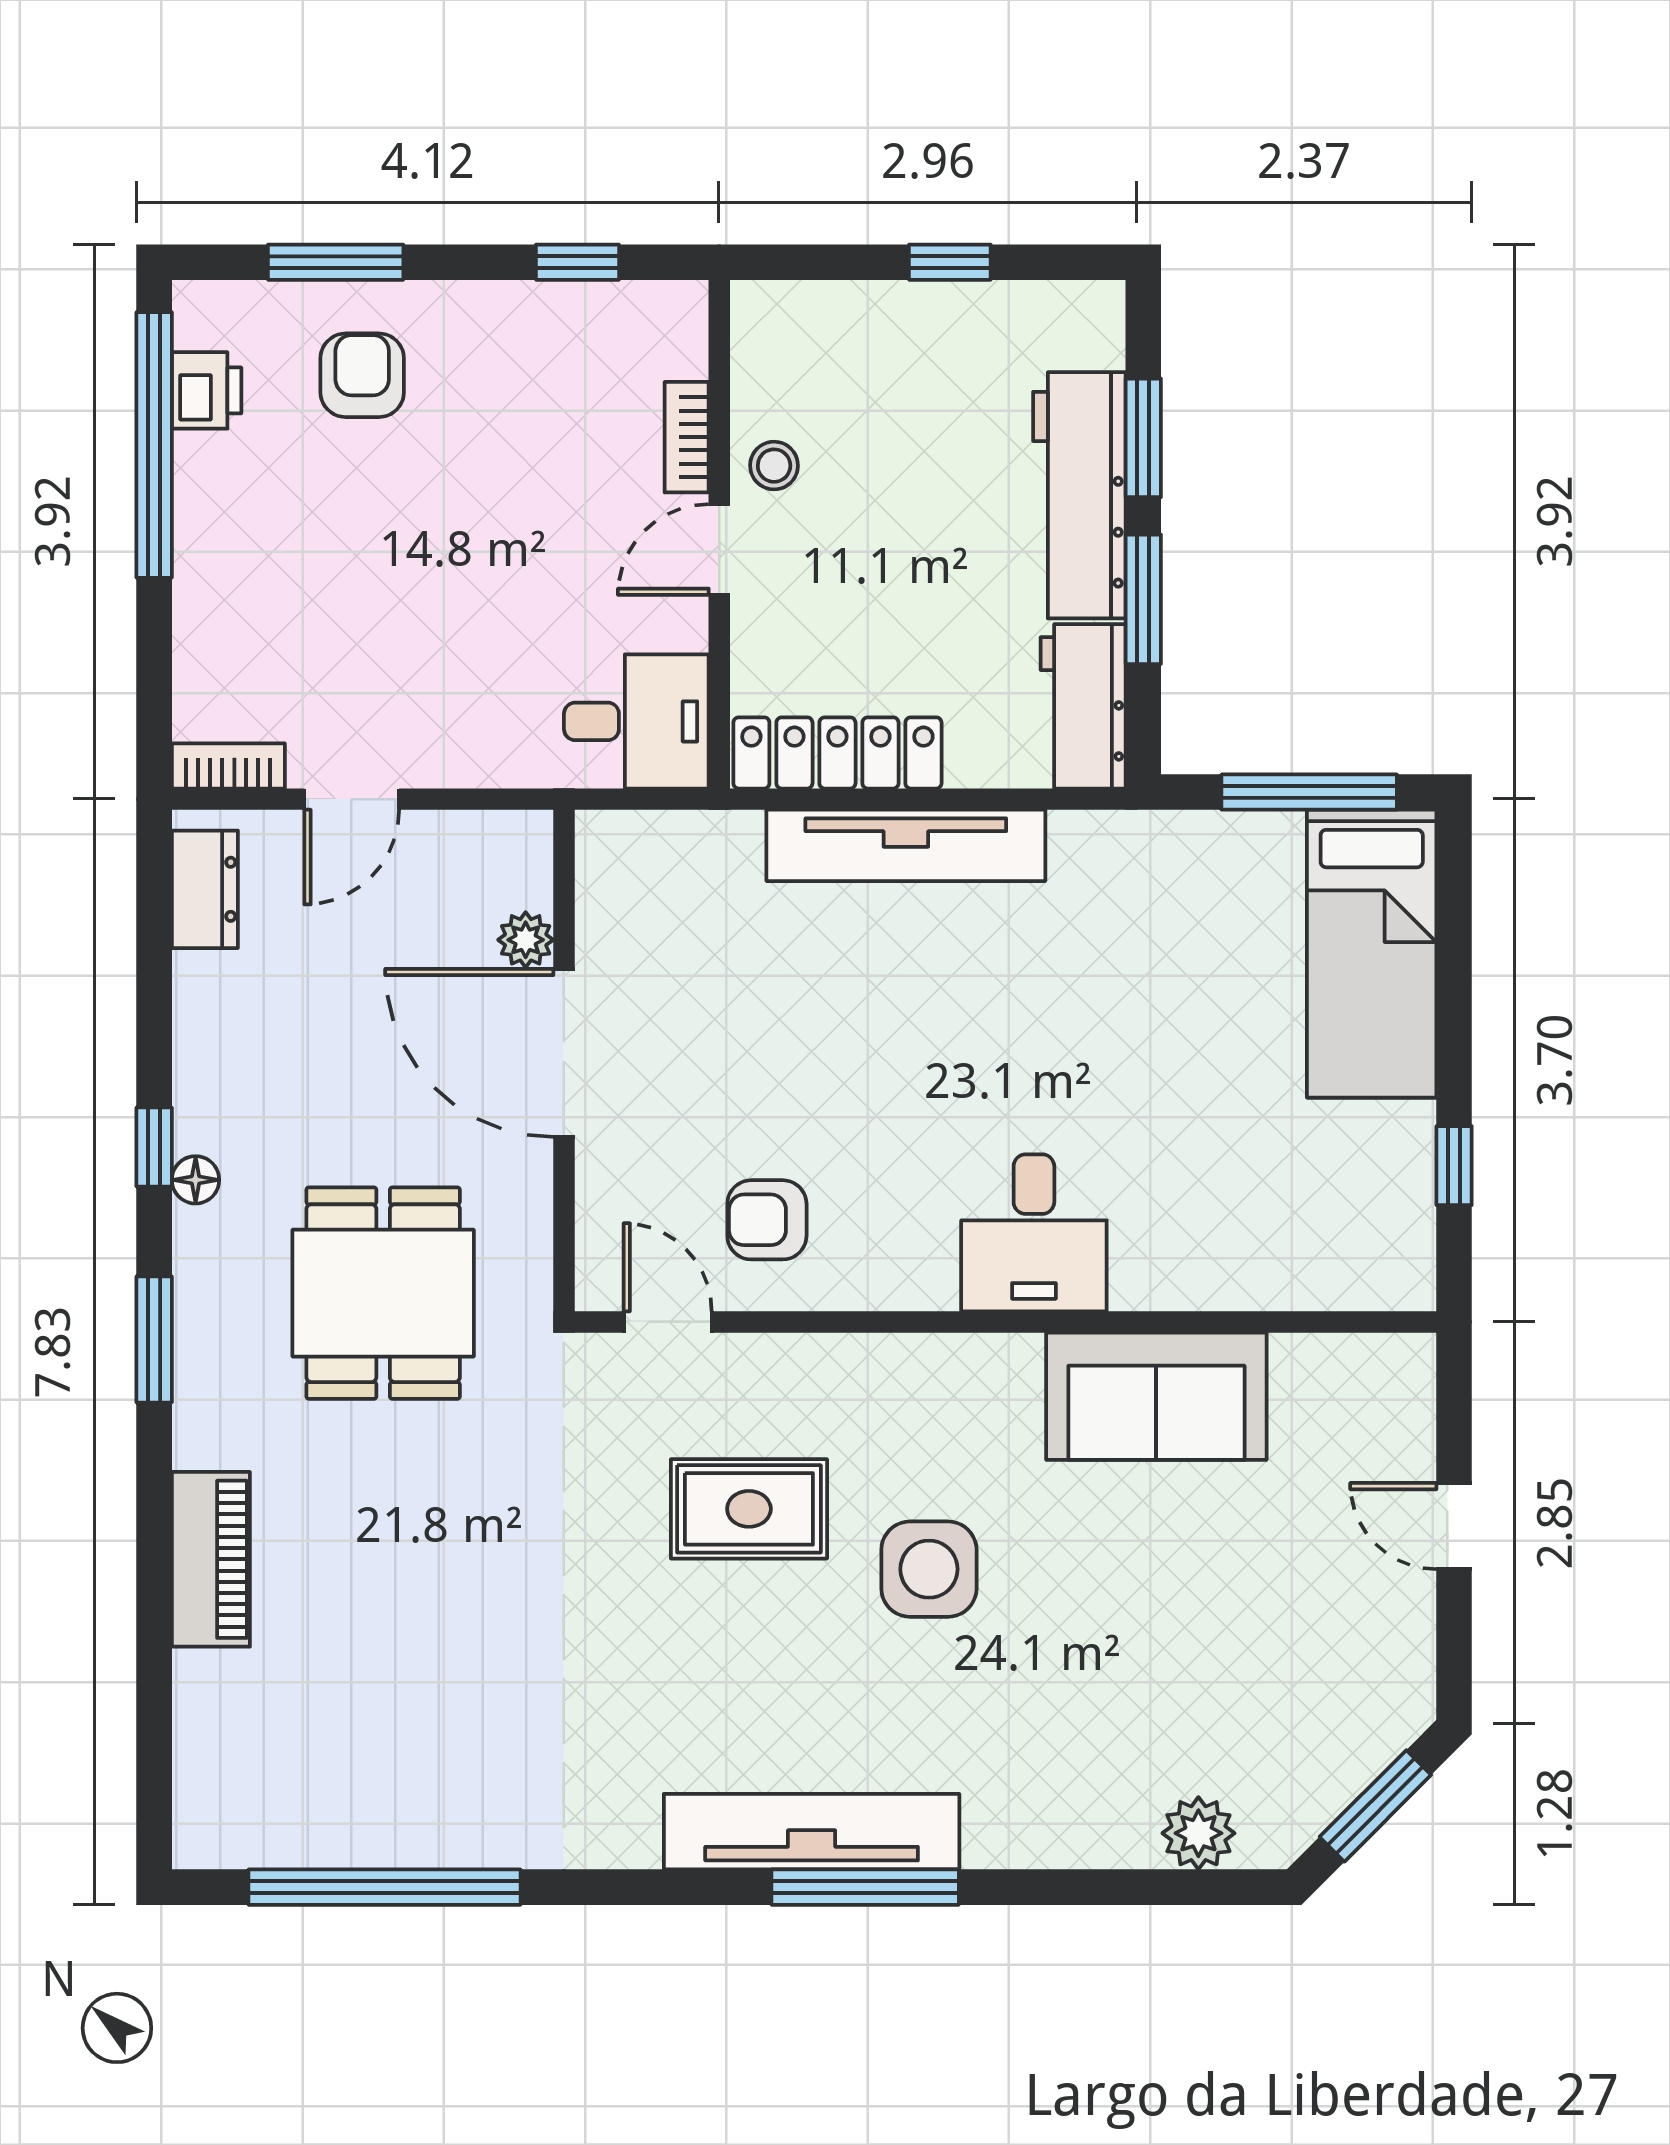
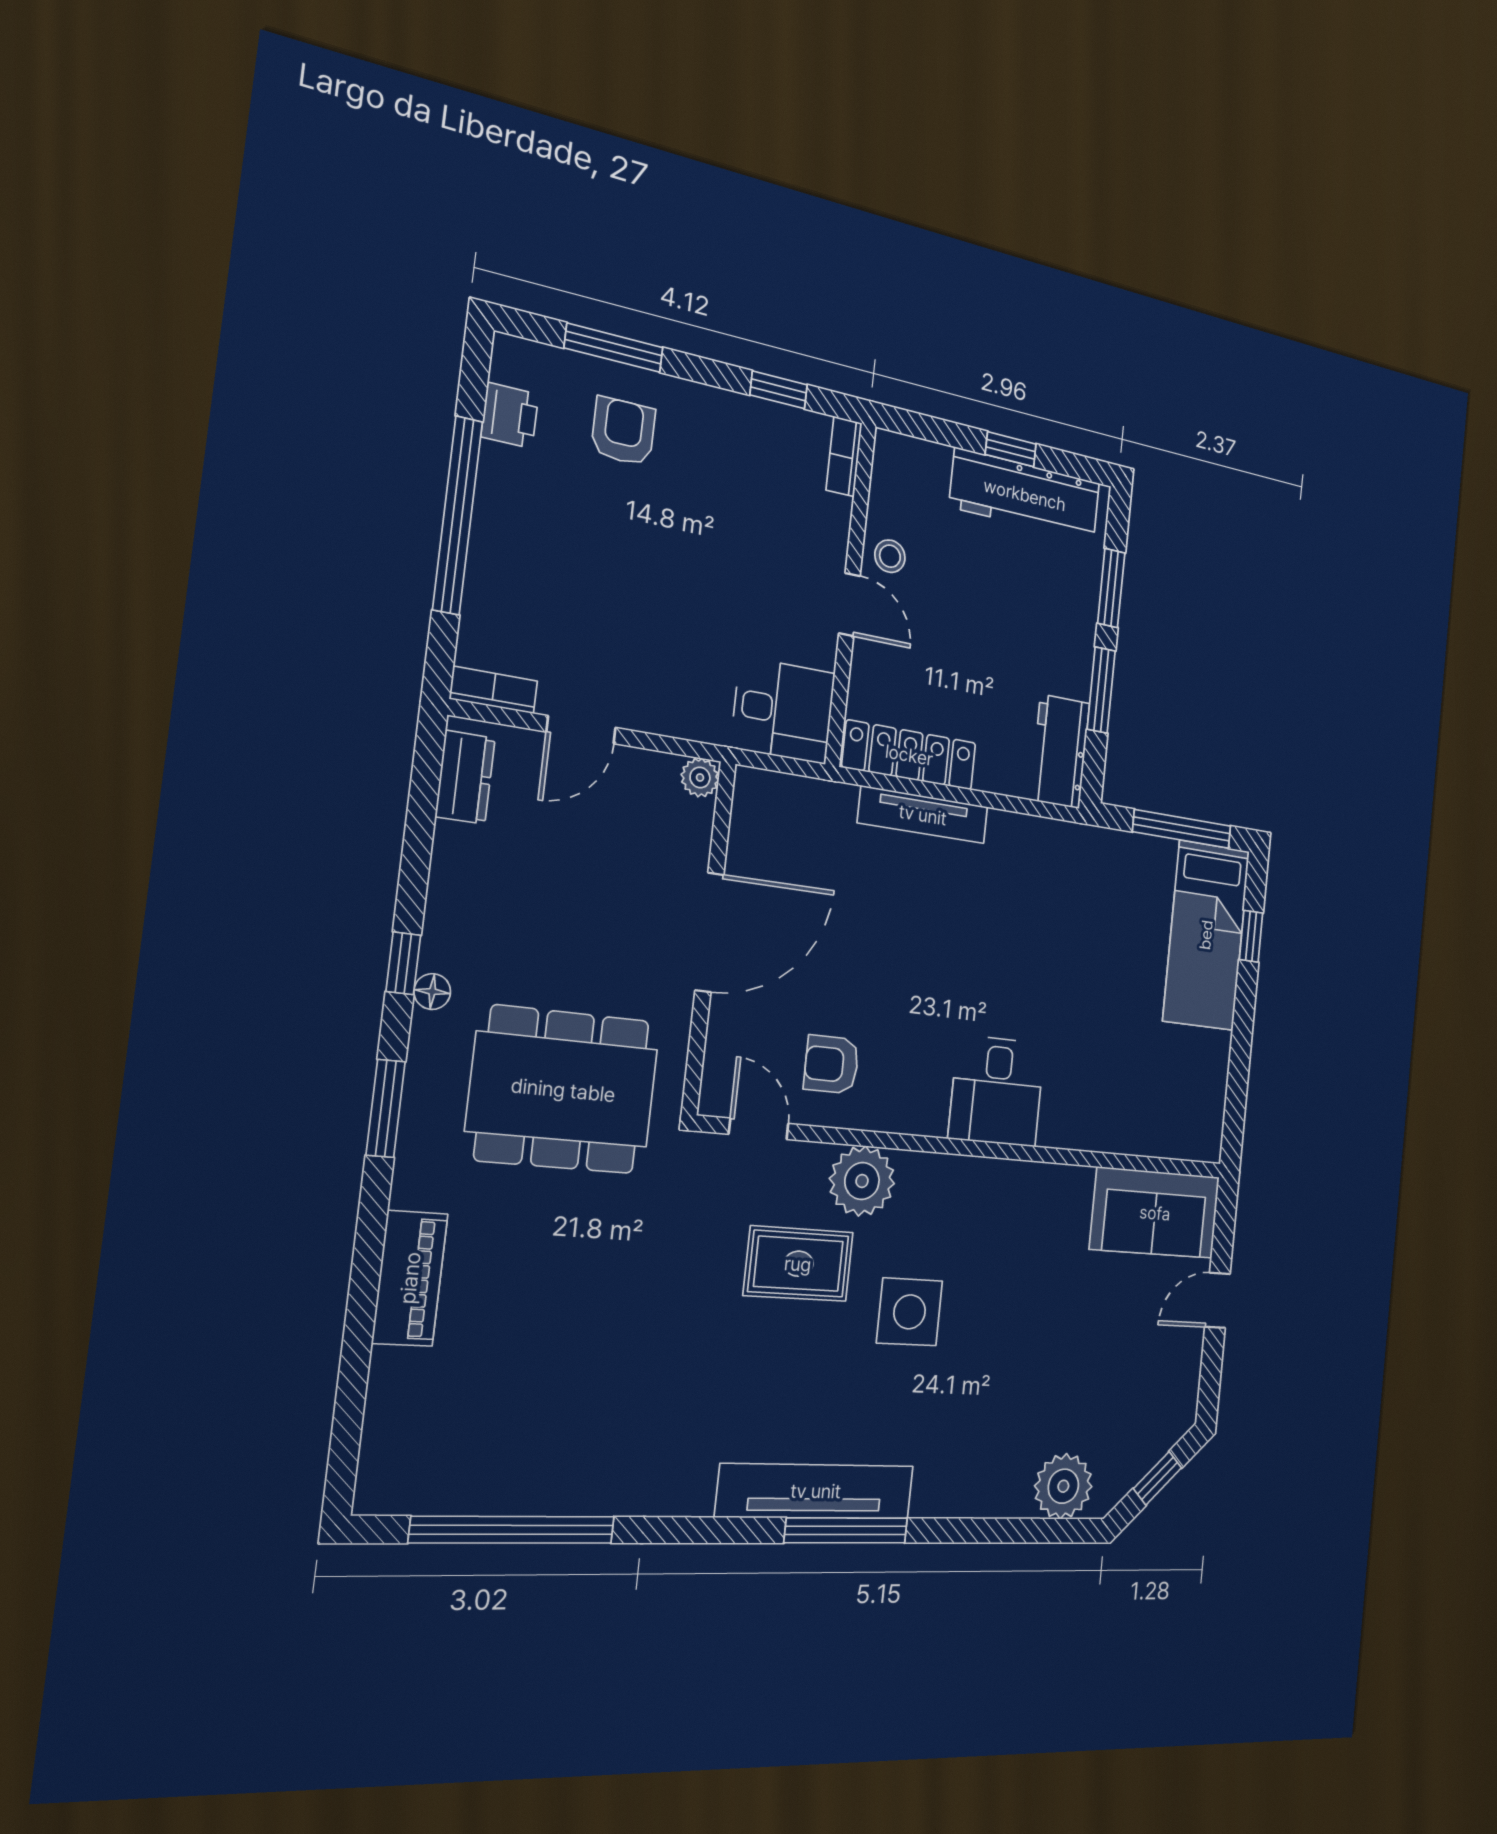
bookcase: (687, 437) -> (844, 456), moved
window: (154, 445) -> (458, 515), moved
workbench: (1079, 495) -> (1025, 495), moved, turned -90
door: (719, 550) -> (849, 605), swing flipped
tv unit: (906, 845) -> (923, 815), width x0.73, depth x0.78
plant: (526, 940) -> (700, 778), moved
door: (564, 1053) -> (709, 932), swing flipped
window: (1454, 1166) -> (1251, 936), moved
dining table: (383, 1293) -> (563, 1090), width x1.38
plant: (833, 1384) -> (862, 1181), added
sofa: (1156, 1396) -> (1155, 1213), moved
door: (1454, 1526) -> (1217, 1300), hinge flipped
window: (1375, 1806) -> (1158, 1478), width x0.67
plant: (1198, 1833) -> (1063, 1486), width x1.36, depth x1.36

